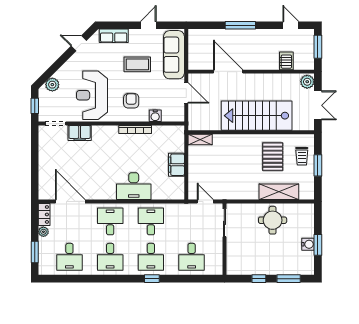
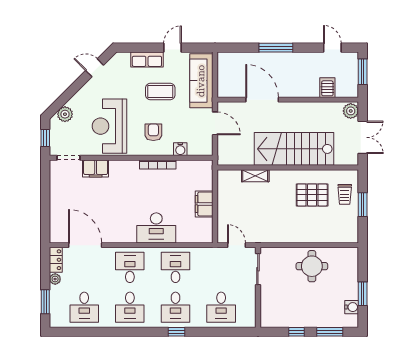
row of seats: (114, 36) -> (147, 59), moved
shelving: (200, 139) -> (255, 176), moved
pallet: (273, 157) -> (312, 195), turned 90
shelving: (279, 192) -> (319, 234), removed
water cooler: (308, 244) -> (352, 307), moved

